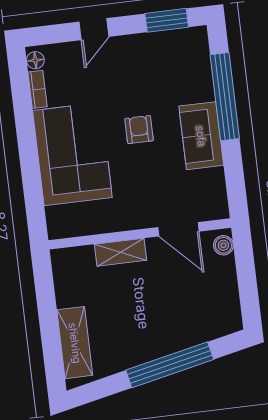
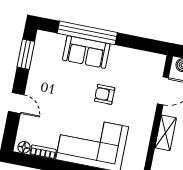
armchair: (139, 130) -> (105, 94), moved
sofa: (201, 136) -> (86, 52), moved

